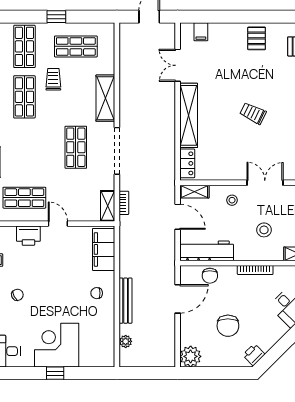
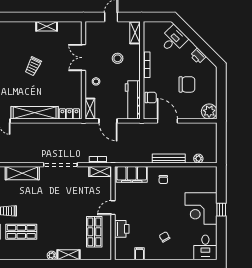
shop shelf: (76, 147) -> (58, 195), removed
door: (178, 217) -> (108, 121), swing flipped
printer: (254, 355) -> (198, 56), moved

